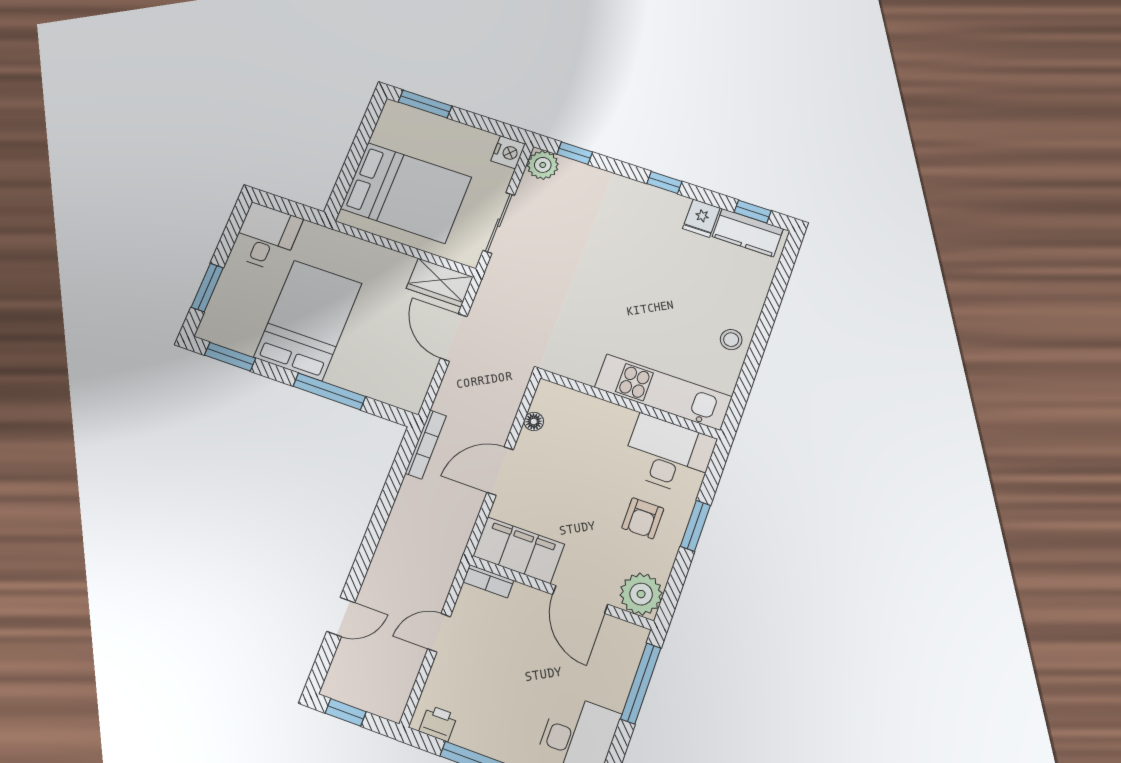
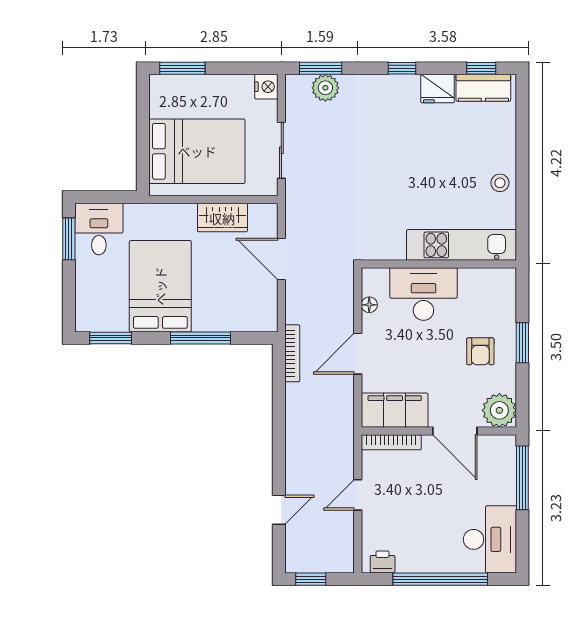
window: (575, 153) -> (321, 68), width x1.50
plant: (543, 165) -> (325, 88), moved
fridge: (701, 218) -> (438, 89), width x1.38
wardrobe: (440, 283) -> (222, 218), moved
window: (207, 288) -> (69, 239), moved
desk: (668, 455) -> (423, 294), moved
bookcase: (488, 581) -> (391, 442), width x1.56

